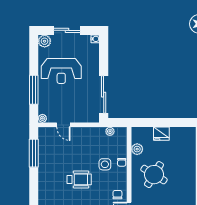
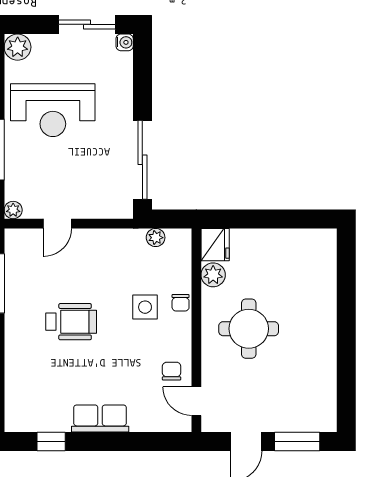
sliding door: (67, 30) -> (87, 24), moved
door: (63, 125) -> (57, 224), hinge flipped
fridge: (161, 134) -> (215, 245), moved, turned -90
round table: (154, 175) -> (249, 329), turned -31
wheelchair: (79, 179) -> (71, 322), moved

